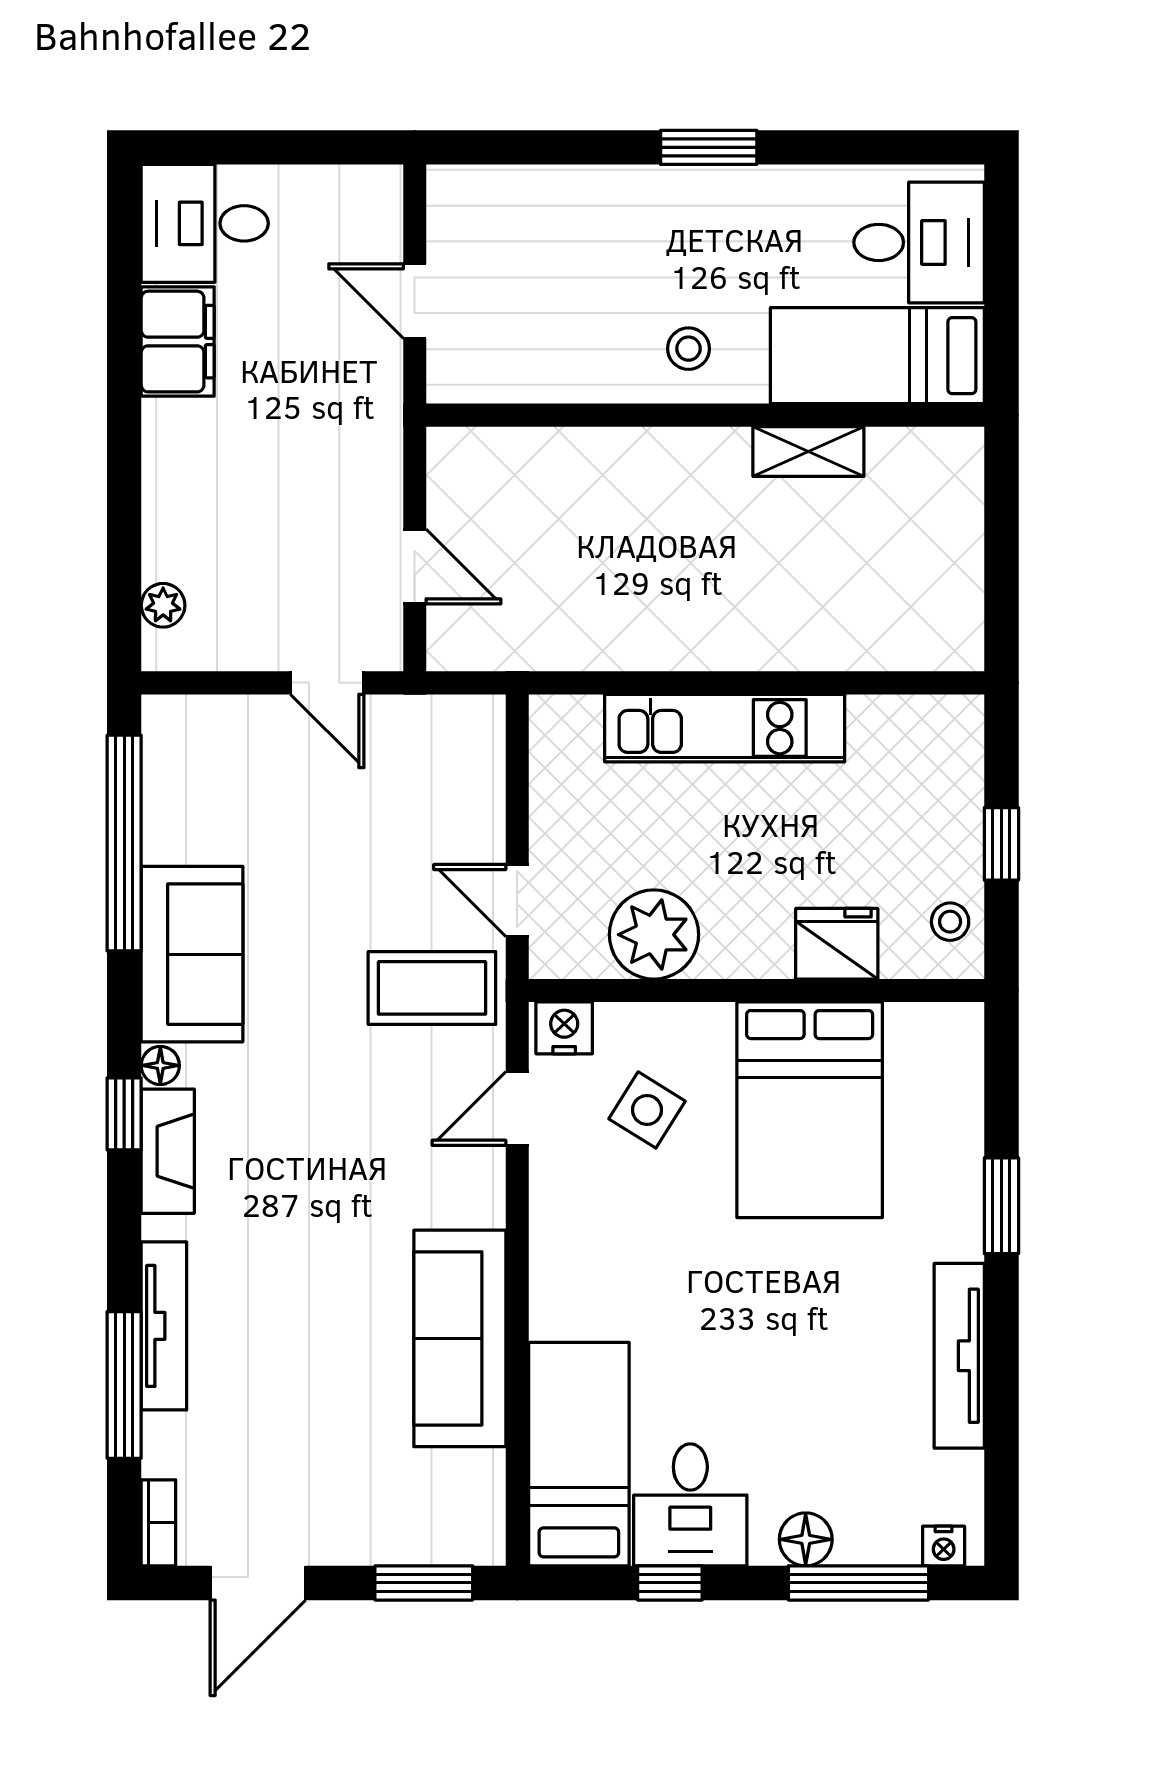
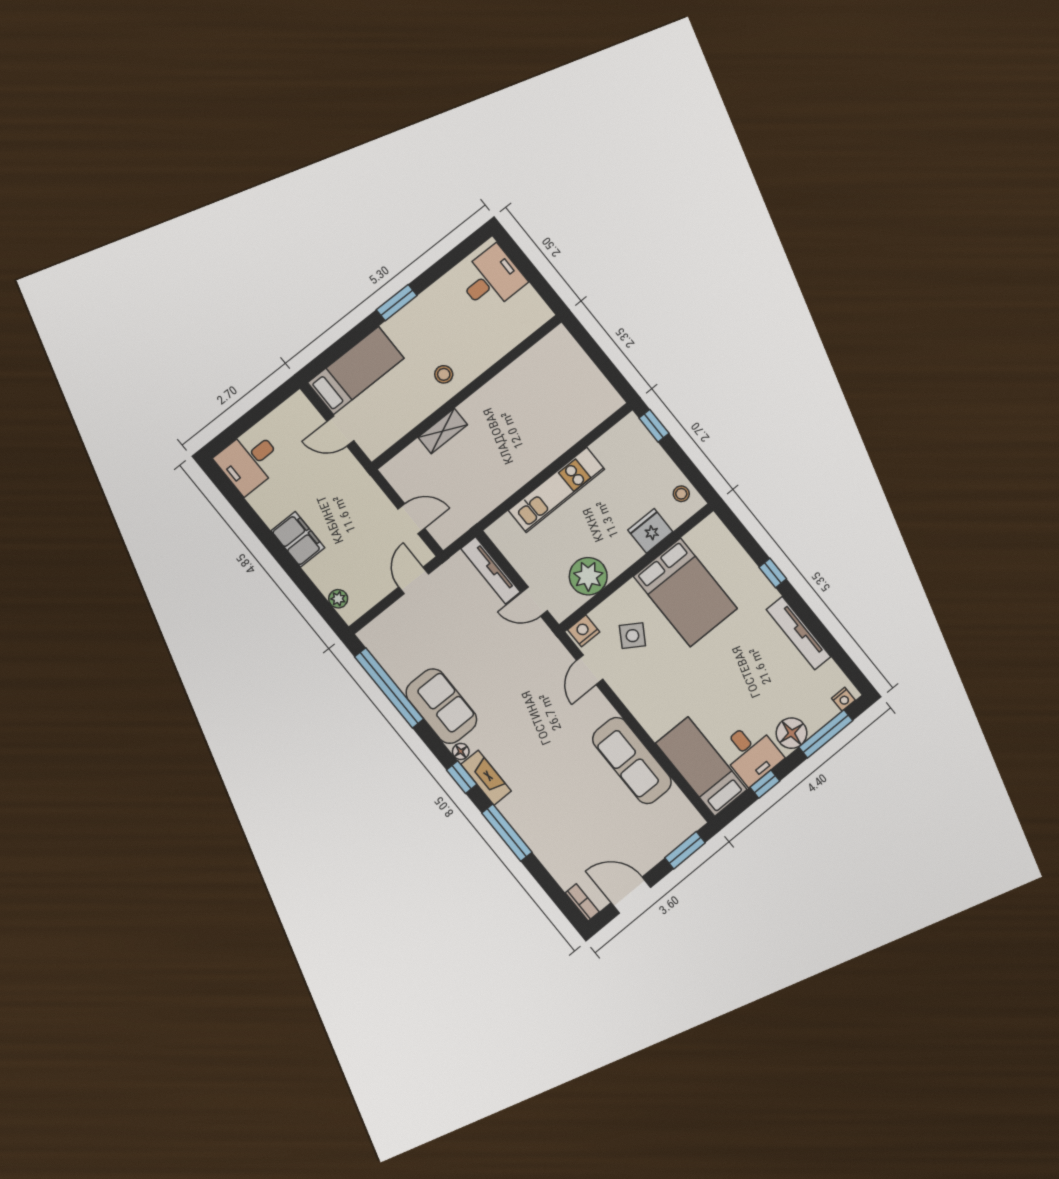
filing cabinet: (178, 342) -> (298, 539), moved
bed: (877, 356) -> (356, 370), moved, turned 180
shelving: (808, 451) -> (443, 431), moved
door: (327, 683) -> (414, 580), swing flipped
window: (1001, 844) -> (654, 426), moved
coffee table: (432, 988) -> (530, 653), removed
window: (1001, 1206) -> (773, 573), width x0.67
tv unit: (164, 1326) -> (491, 570), moved, turned 180
window: (124, 1385) -> (507, 833), moved
floor lamp: (806, 1539) -> (792, 733), width x1.38, depth x1.38
door: (258, 1583) -> (631, 895), swing flipped

